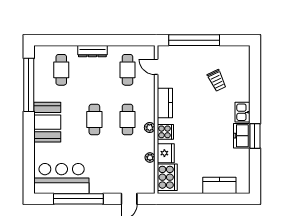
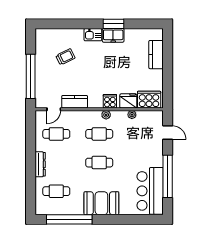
kitchen counter: (165, 103) -> (75, 102), moved

